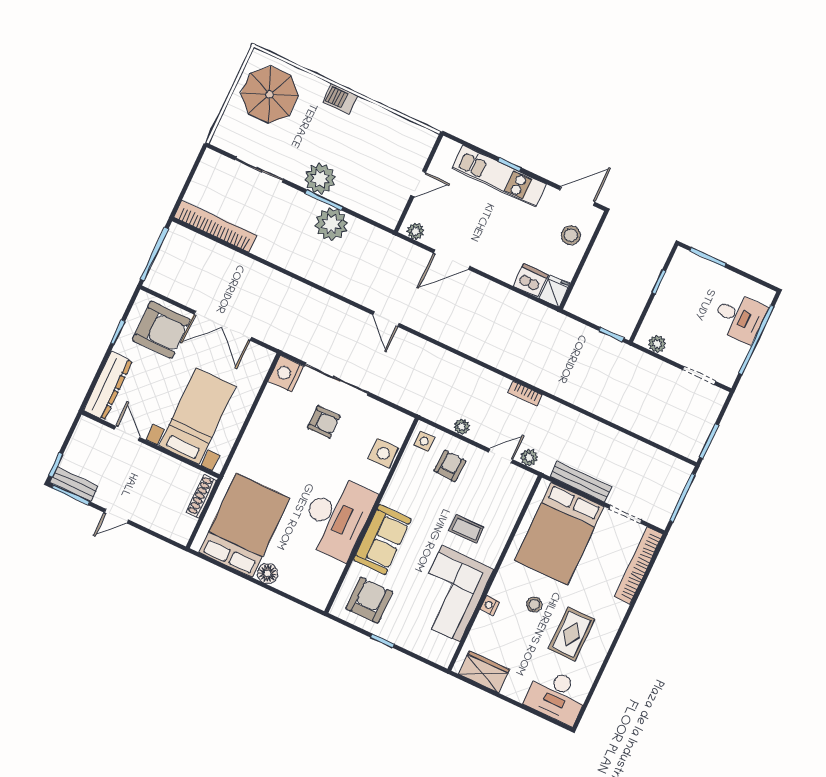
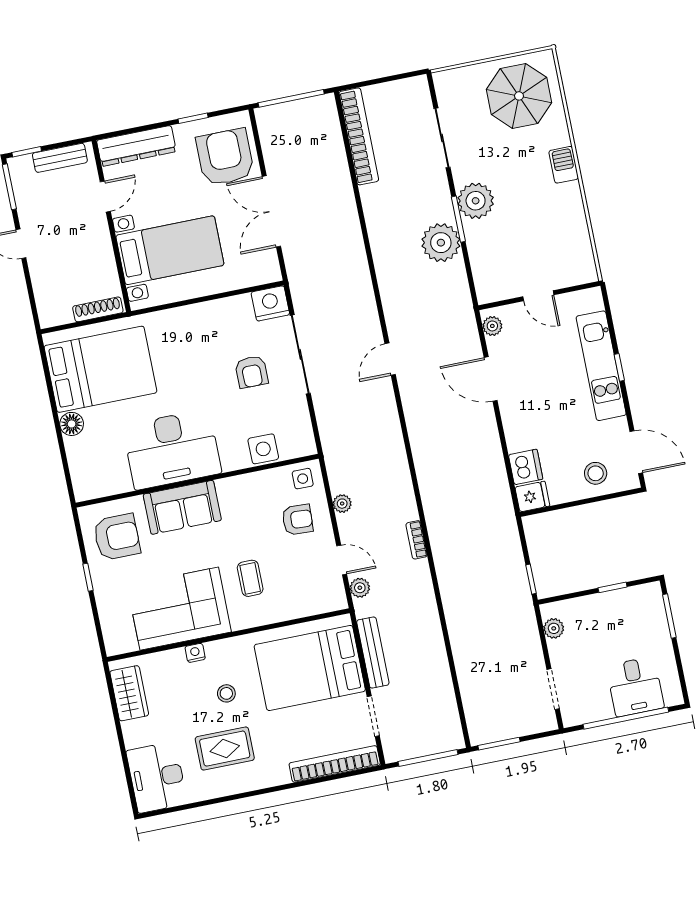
armchair: (161, 330) -> (225, 157), turned 180
bench: (74, 484) -> (60, 158), moved, turned 90

